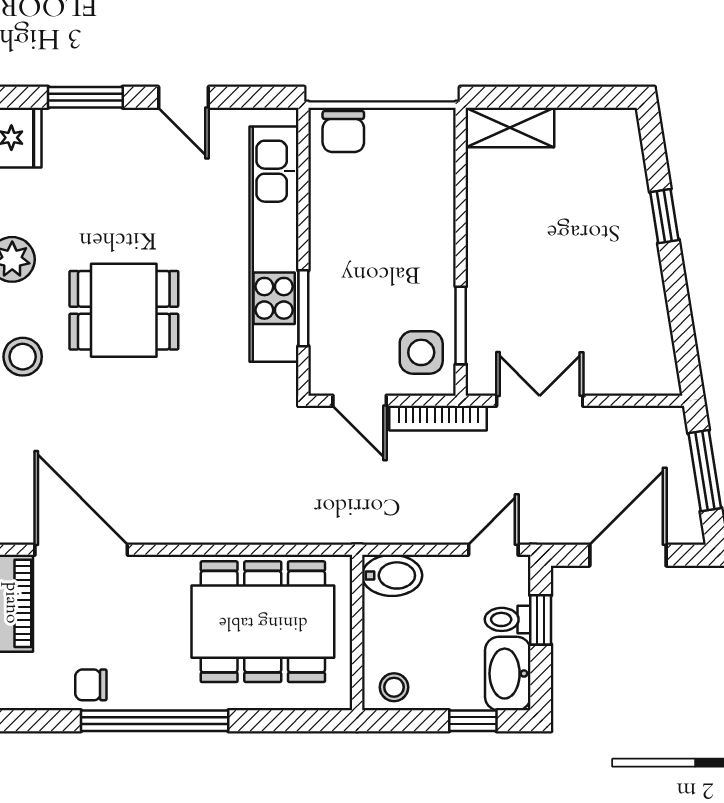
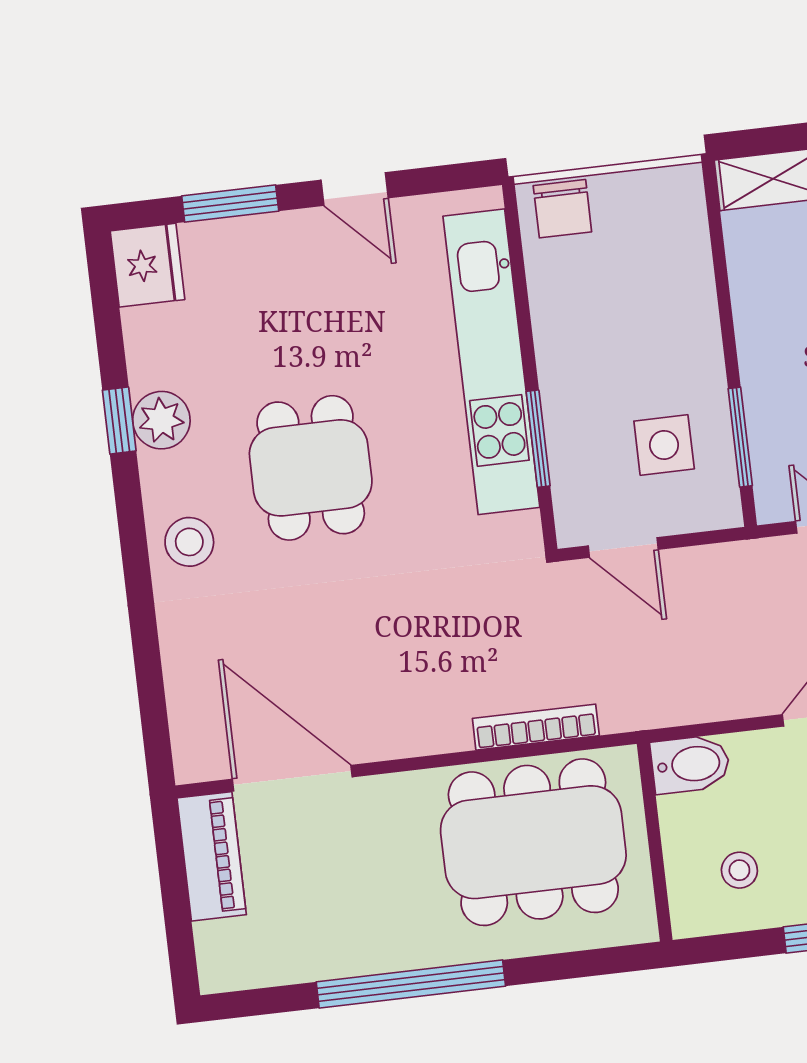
dining table: (124, 310) -> (311, 468), turned 90
side table: (421, 352) -> (664, 445), moved
bookcase: (438, 418) -> (536, 727), moved, turned 180
chair: (91, 685) -> (325, 948), removed
stool: (394, 687) -> (739, 870), moved

